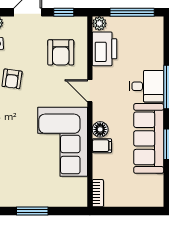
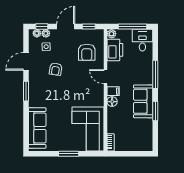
desk: (146, 86) -> (142, 40), moved, turned -90
sofa: (149, 138) -> (143, 101), width x0.73
corner sofa: (63, 142) -> (88, 129), moved
filing cabinet: (102, 146) -> (113, 91), moved

